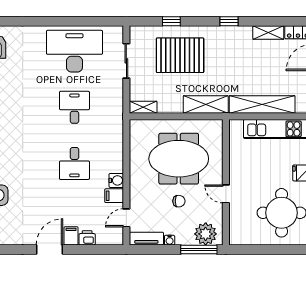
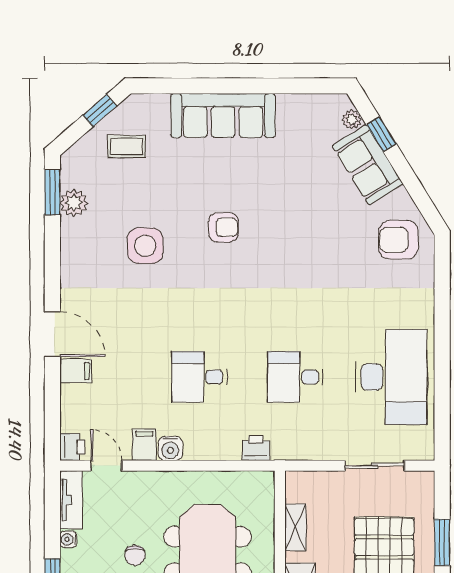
window: (171, 21) -> (442, 542), width x1.50
desk: (74, 107) -> (295, 377), turned 180
shelving: (143, 107) -> (295, 527), moved
printer: (116, 130) -> (256, 448), added
printer: (87, 238) -> (72, 447), moved

